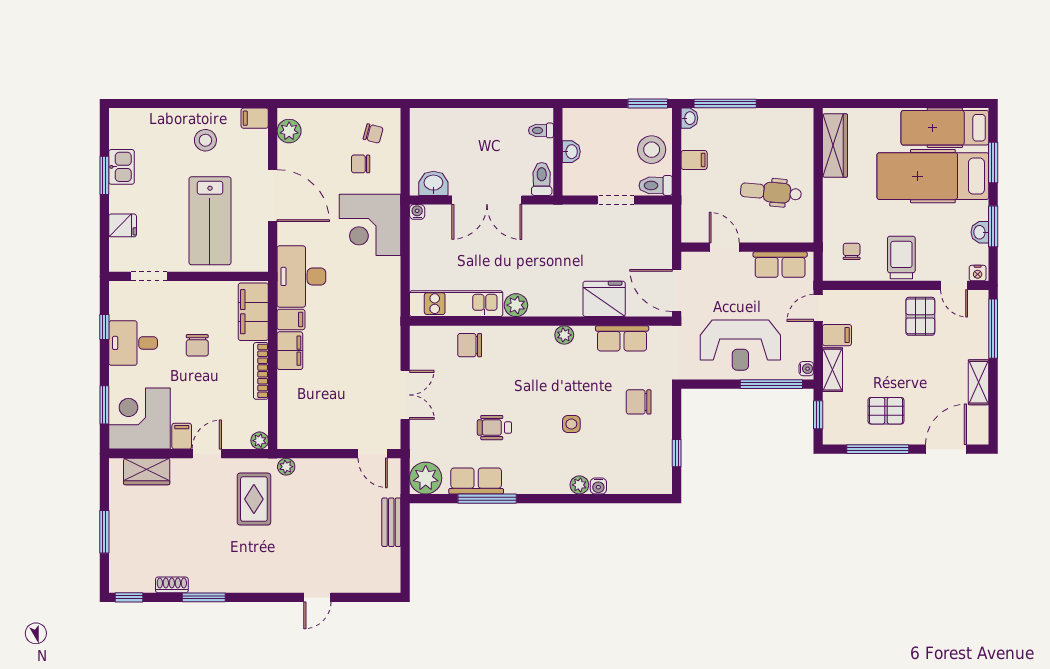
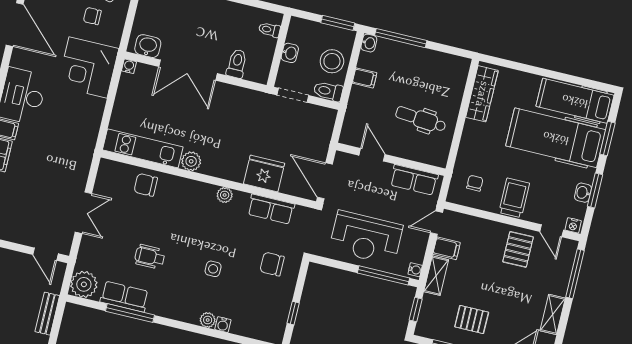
toilet: (541, 130) -> (269, 30), moved
wall: (558, 152) -> (279, 50), moved
washbasin: (571, 152) -> (290, 53), moved

